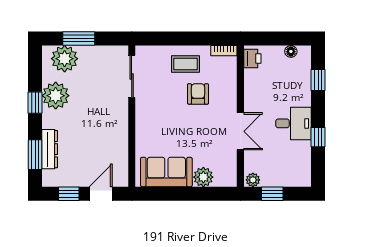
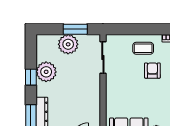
window: (79, 38) -> (75, 29), moved
plant: (65, 59) -> (68, 44), moved

